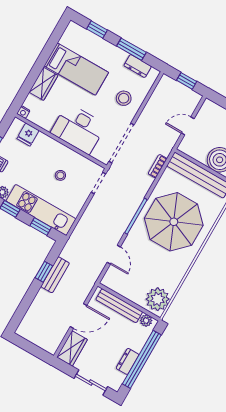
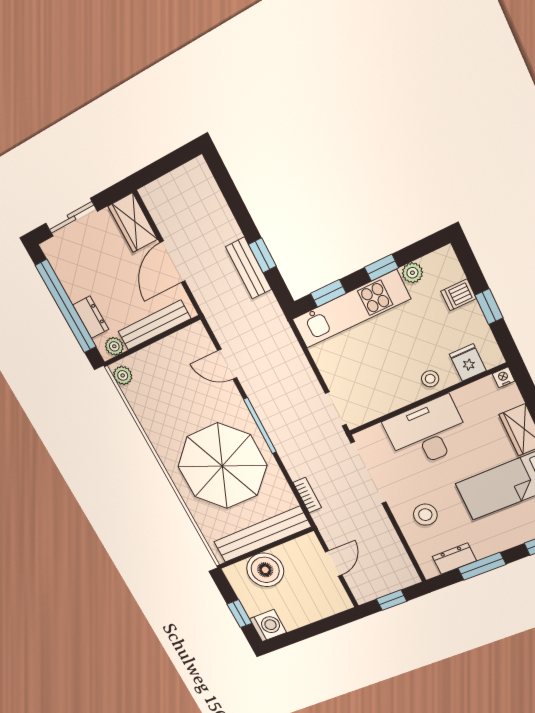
stool: (60, 175) -> (430, 379), moved
plant: (158, 299) -> (123, 375), width x0.53, depth x0.53
dresser: (128, 361) -> (91, 317), moved

